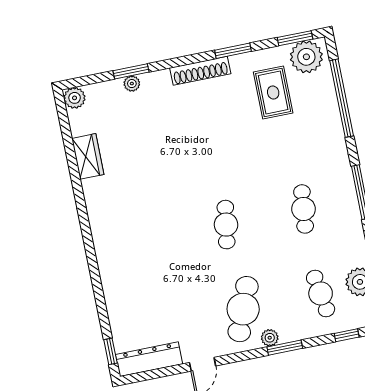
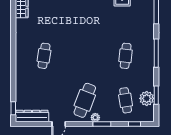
cafe table: (226, 225) -> (44, 56), moved

